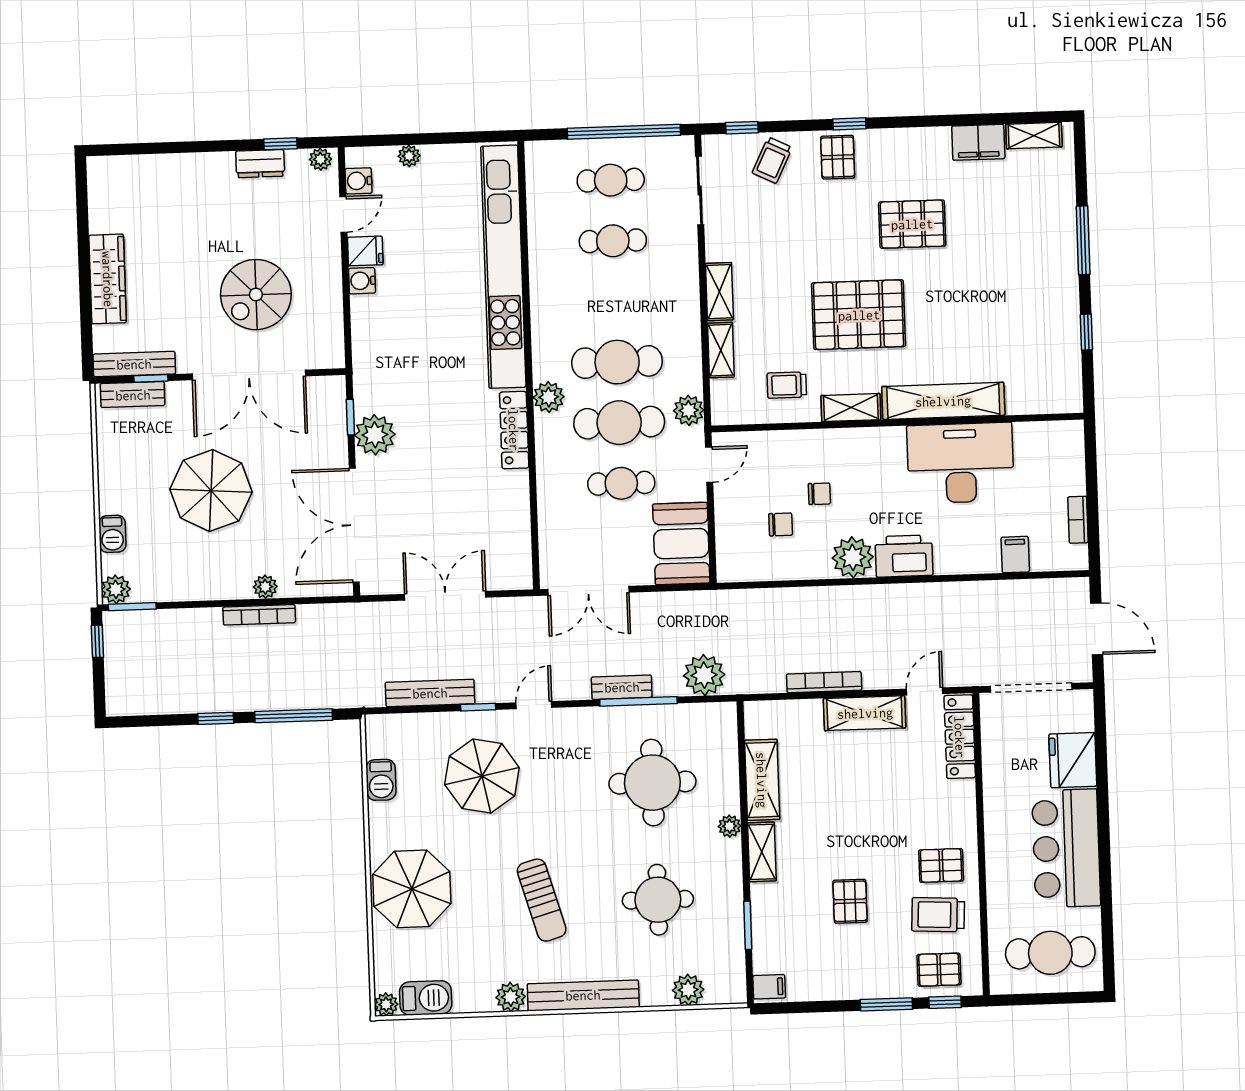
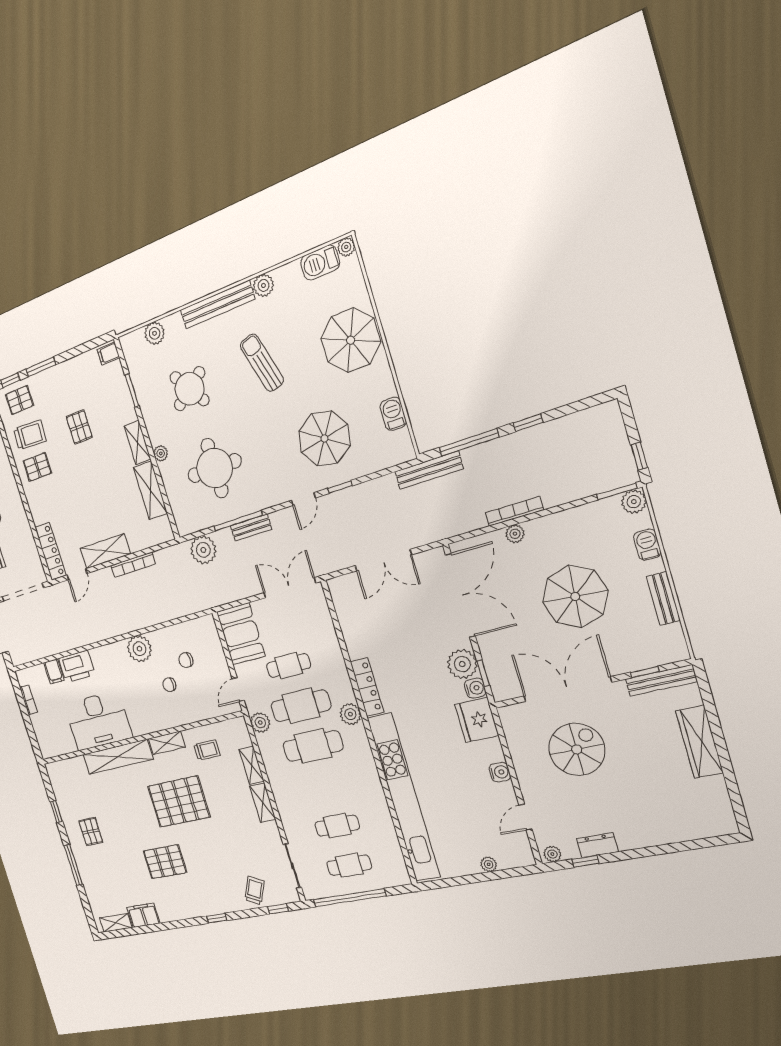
pallet: (838, 157) -> (91, 832), moved
water cooler: (359, 181) -> (475, 688), moved
fridge: (365, 251) -> (477, 720), moved, width x1.88, depth x1.34
bench: (133, 395) -> (663, 599), moved, turned 90
printer: (904, 556) -> (77, 666), moved
bench: (430, 693) -> (429, 470), moved
round table: (658, 900) -> (190, 389), turned -36

